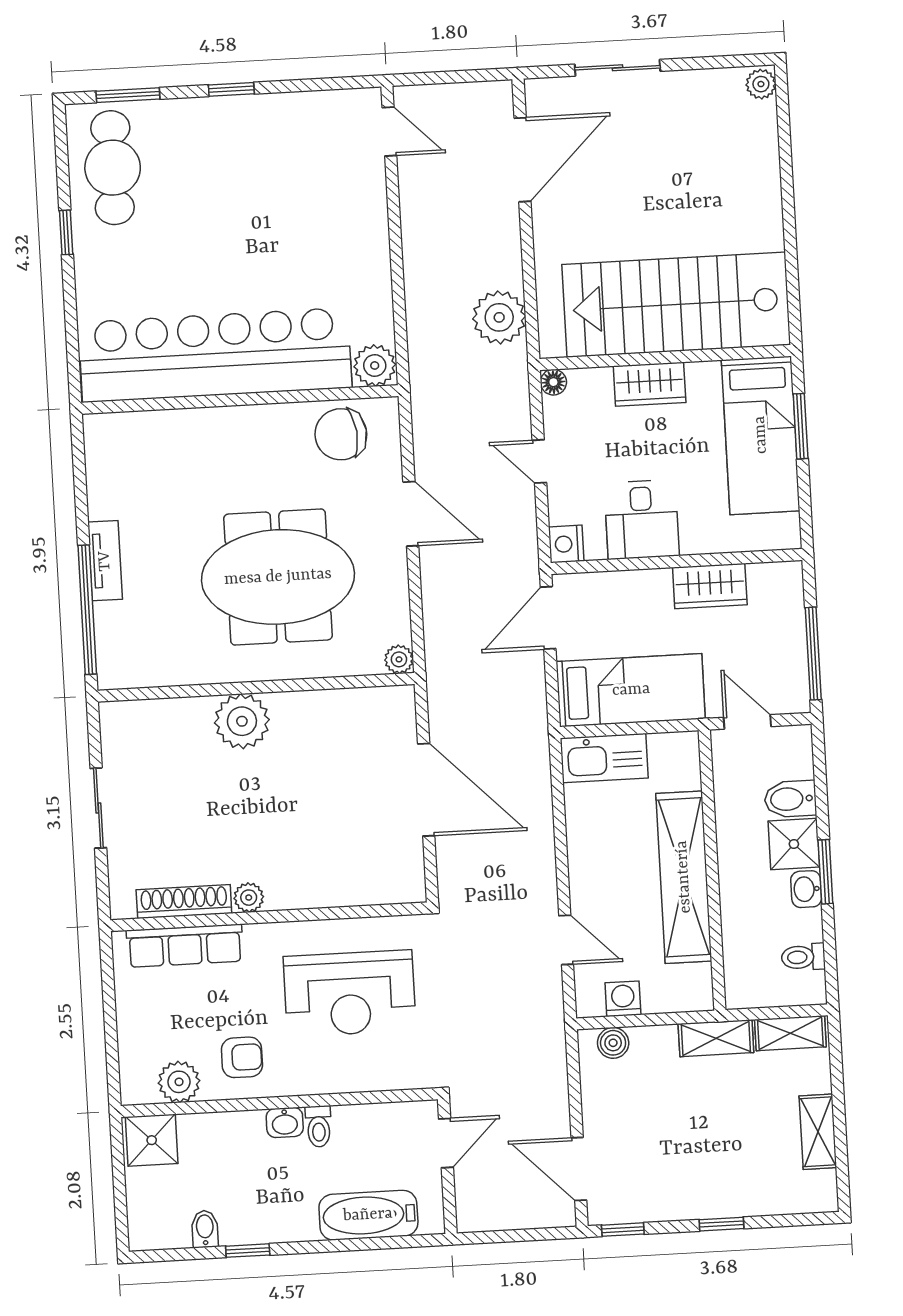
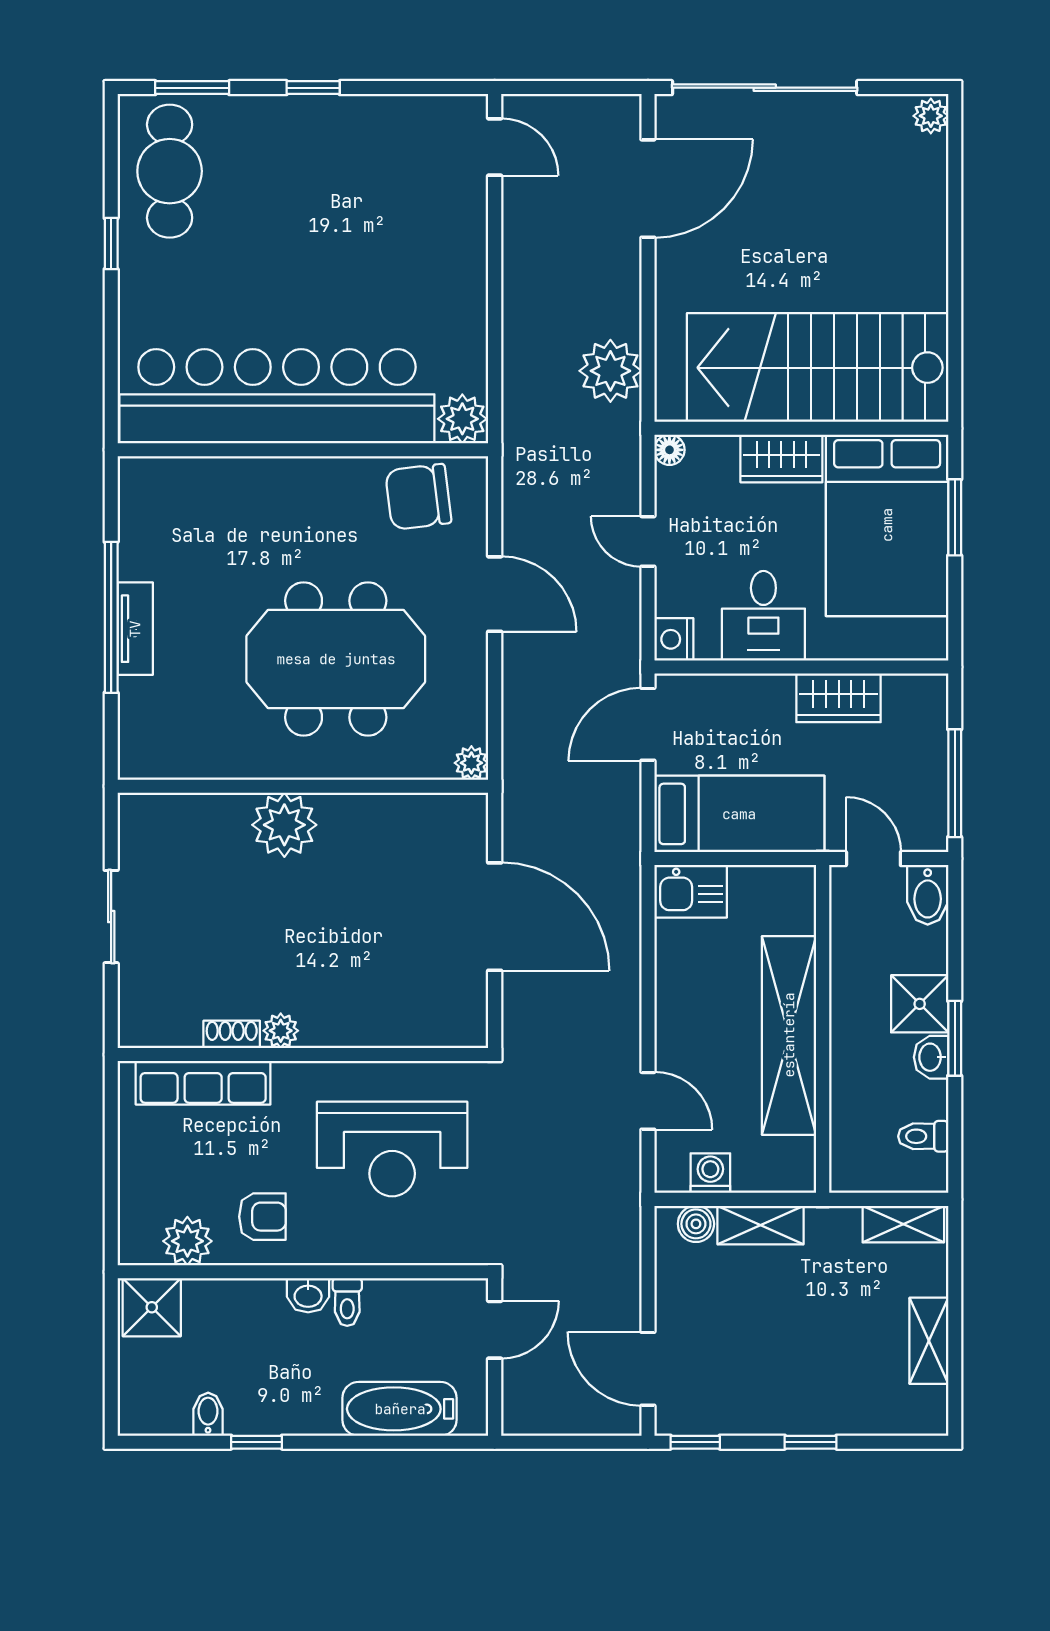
sliding door: (618, 68) -> (765, 88), width x1.86
bed: (761, 435) -> (887, 525), width x1.50
window: (87, 610) -> (111, 617), moved
kitchen sink: (604, 758) -> (691, 891), width x0.73
bidet: (790, 799) -> (928, 895), moved, turned -90
shoe rack: (184, 902) -> (232, 1034), width x0.51, depth x0.81
shelving: (716, 1038) -> (760, 1225), moved

